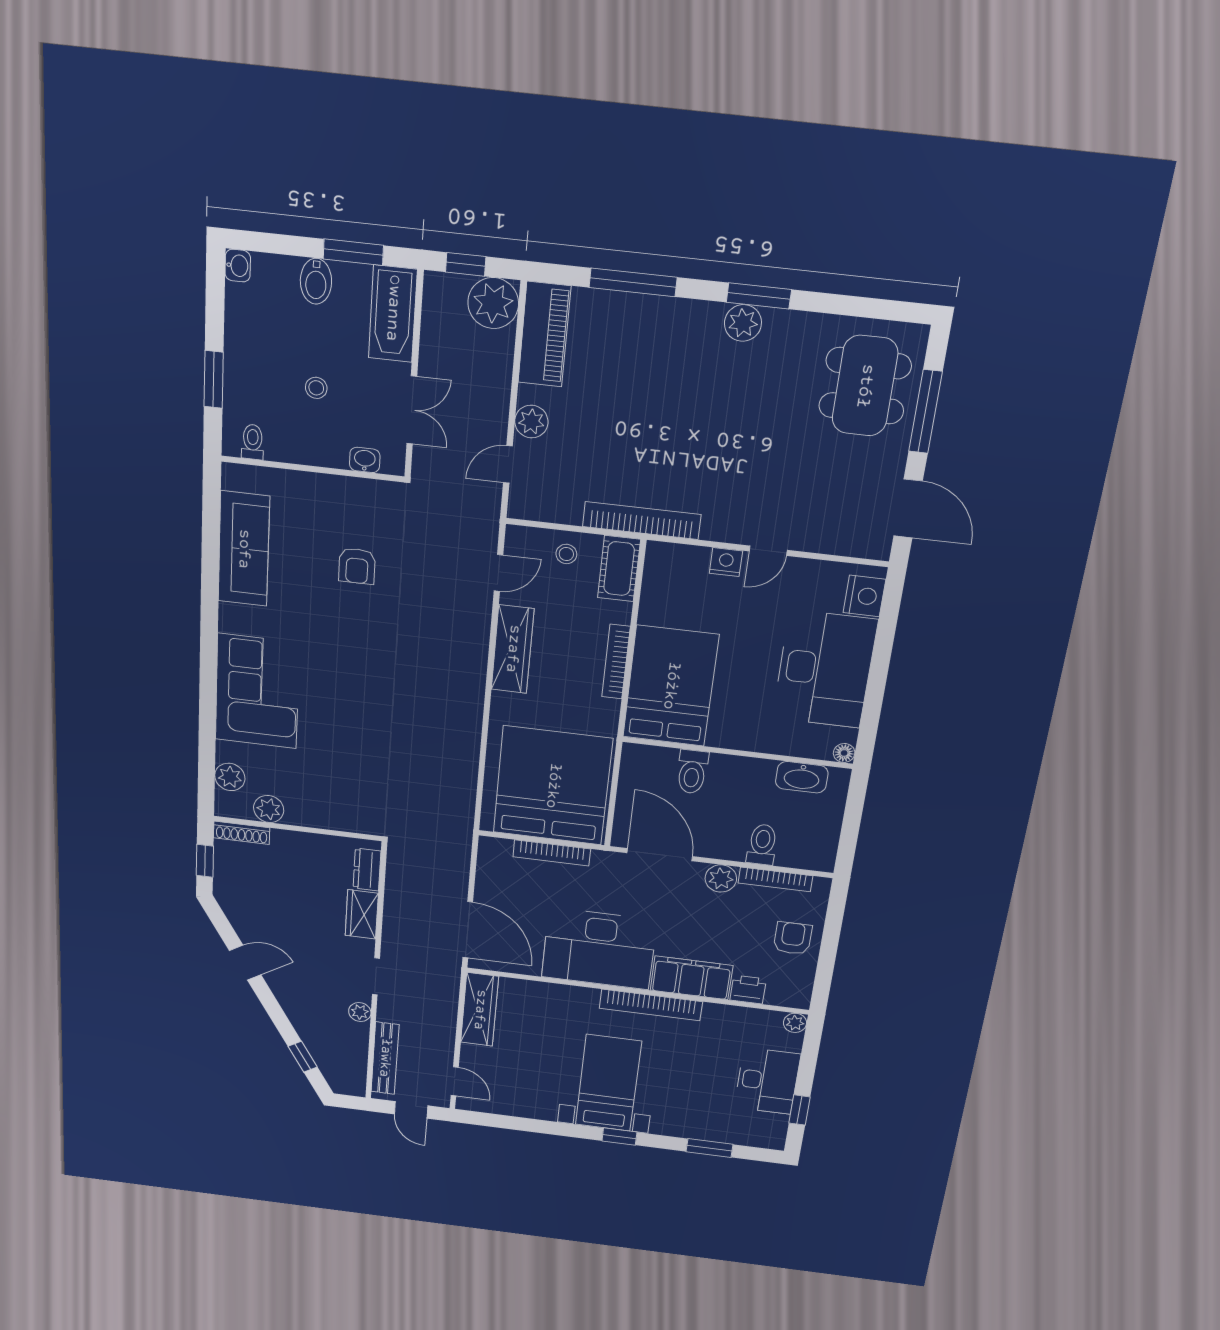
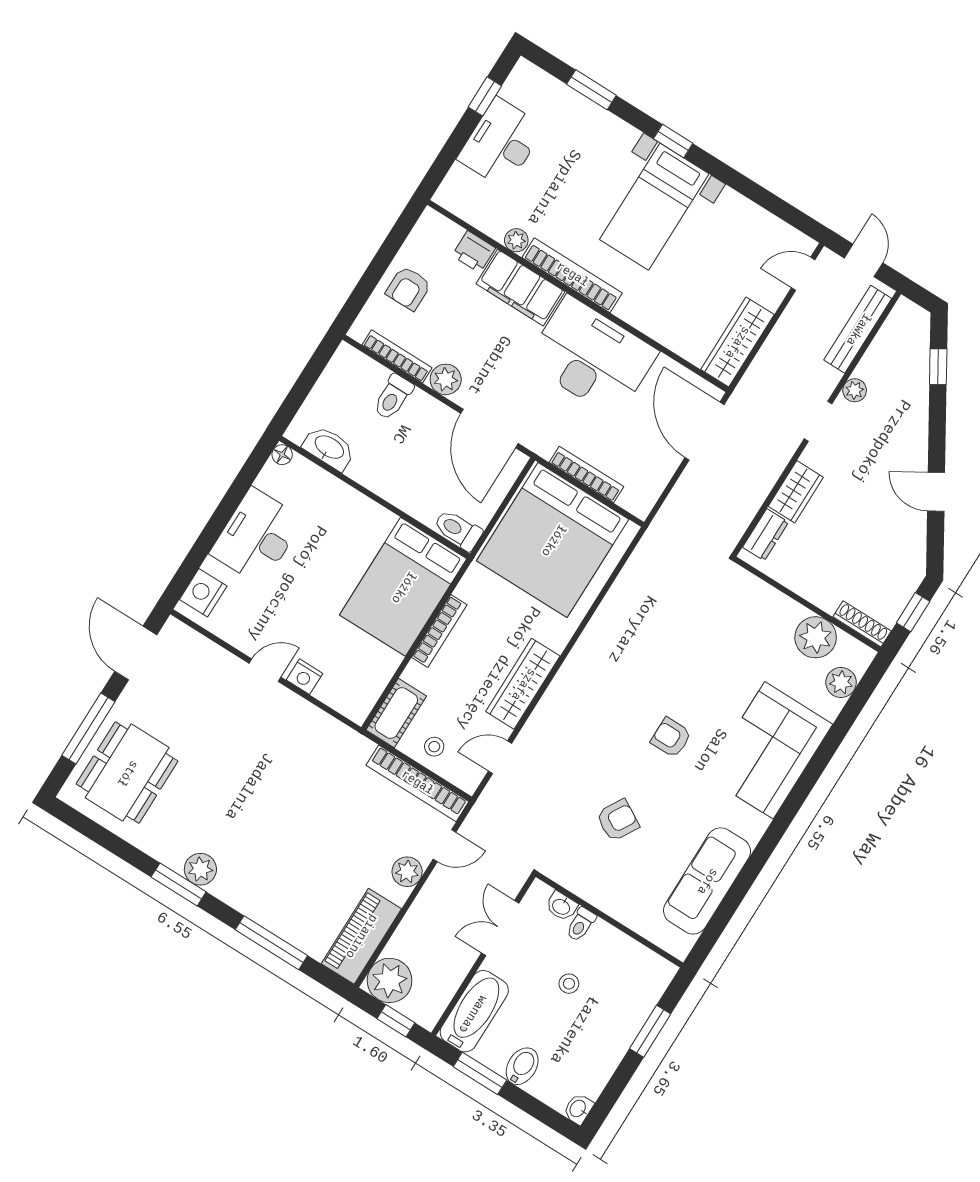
toilet: (253, 442) -> (581, 924), moved
bookcase: (642, 521) -> (417, 783), moved
armchair: (357, 566) -> (618, 820), turned 30
armchair: (351, 663) -> (671, 738), added
desk: (825, 669) -> (257, 536), width x0.73, depth x0.77
toilet: (692, 772) -> (458, 530), moved, turned -90
plant: (269, 809) -> (816, 637), width x1.36, depth x1.36
plant: (795, 1023) -> (516, 240), moved
door: (455, 1081) -> (803, 274), hinge flipped

